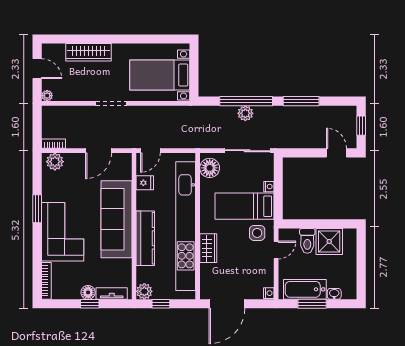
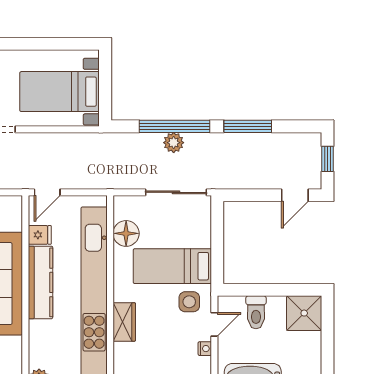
door: (337, 153) -> (295, 195), swing flipped
floor lamp: (210, 168) -> (126, 233), moved
nightstand: (269, 187) -> (205, 349), moved
kitchen counter: (145, 238) -> (41, 282), moved
shower: (329, 241) -> (304, 313), moved

